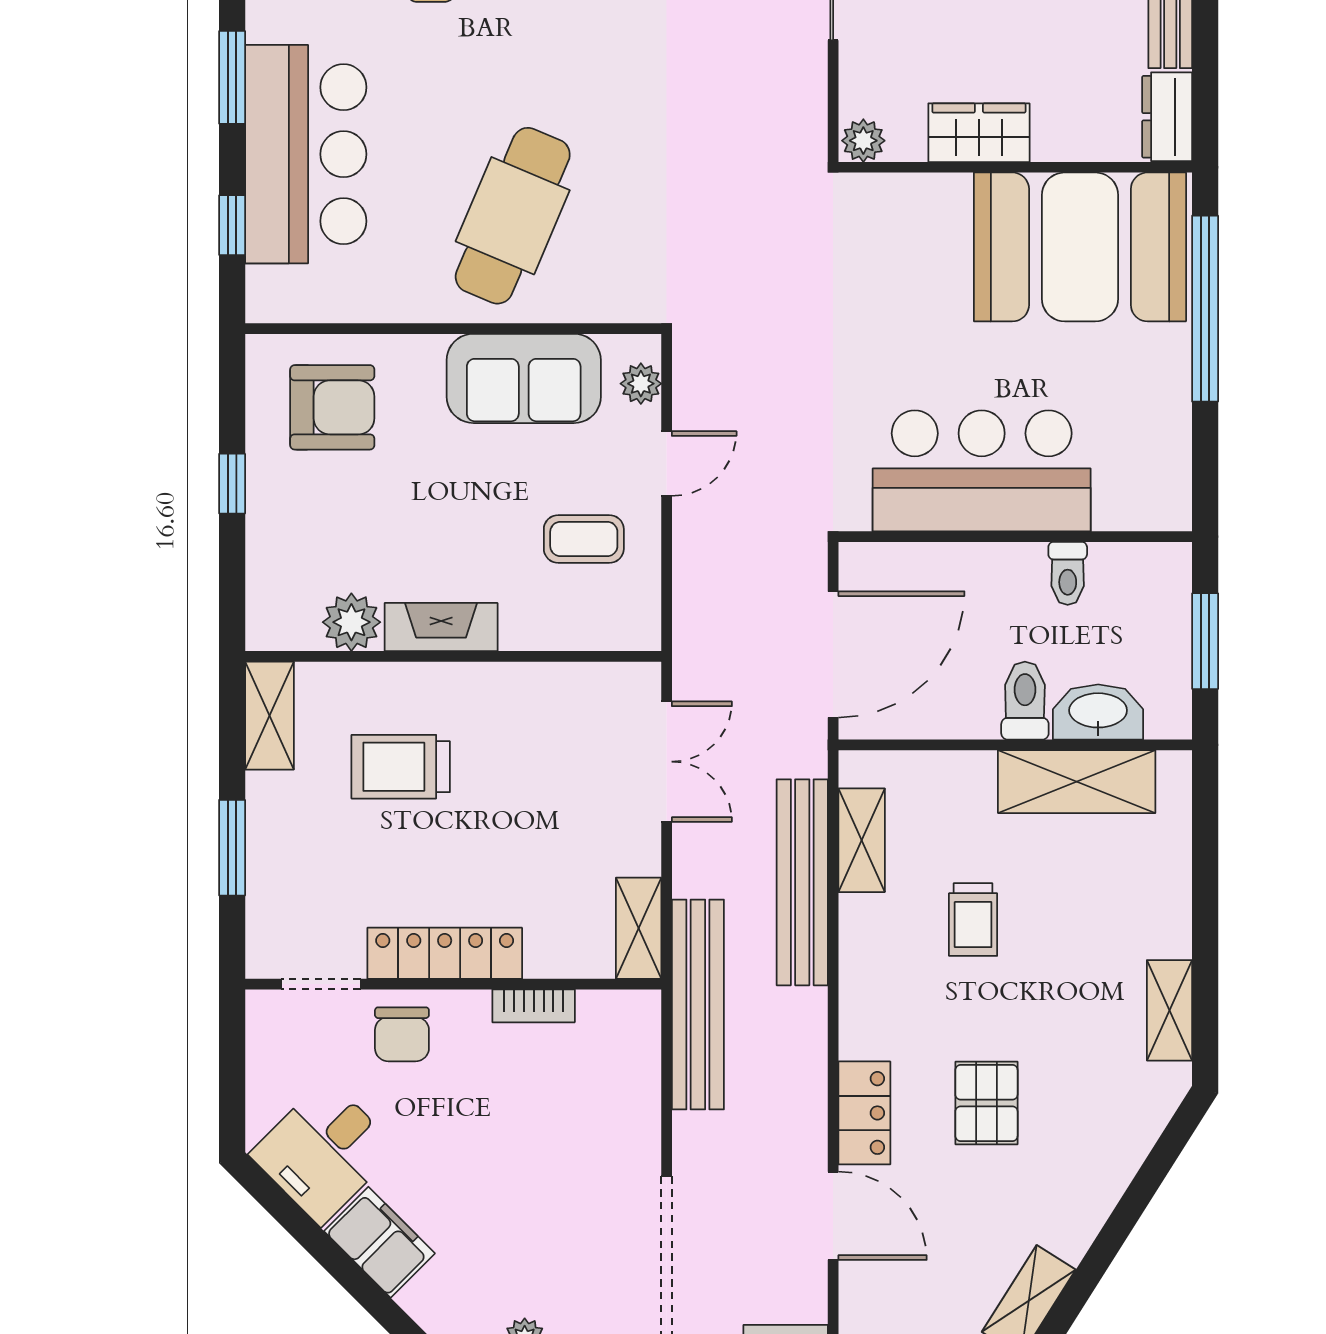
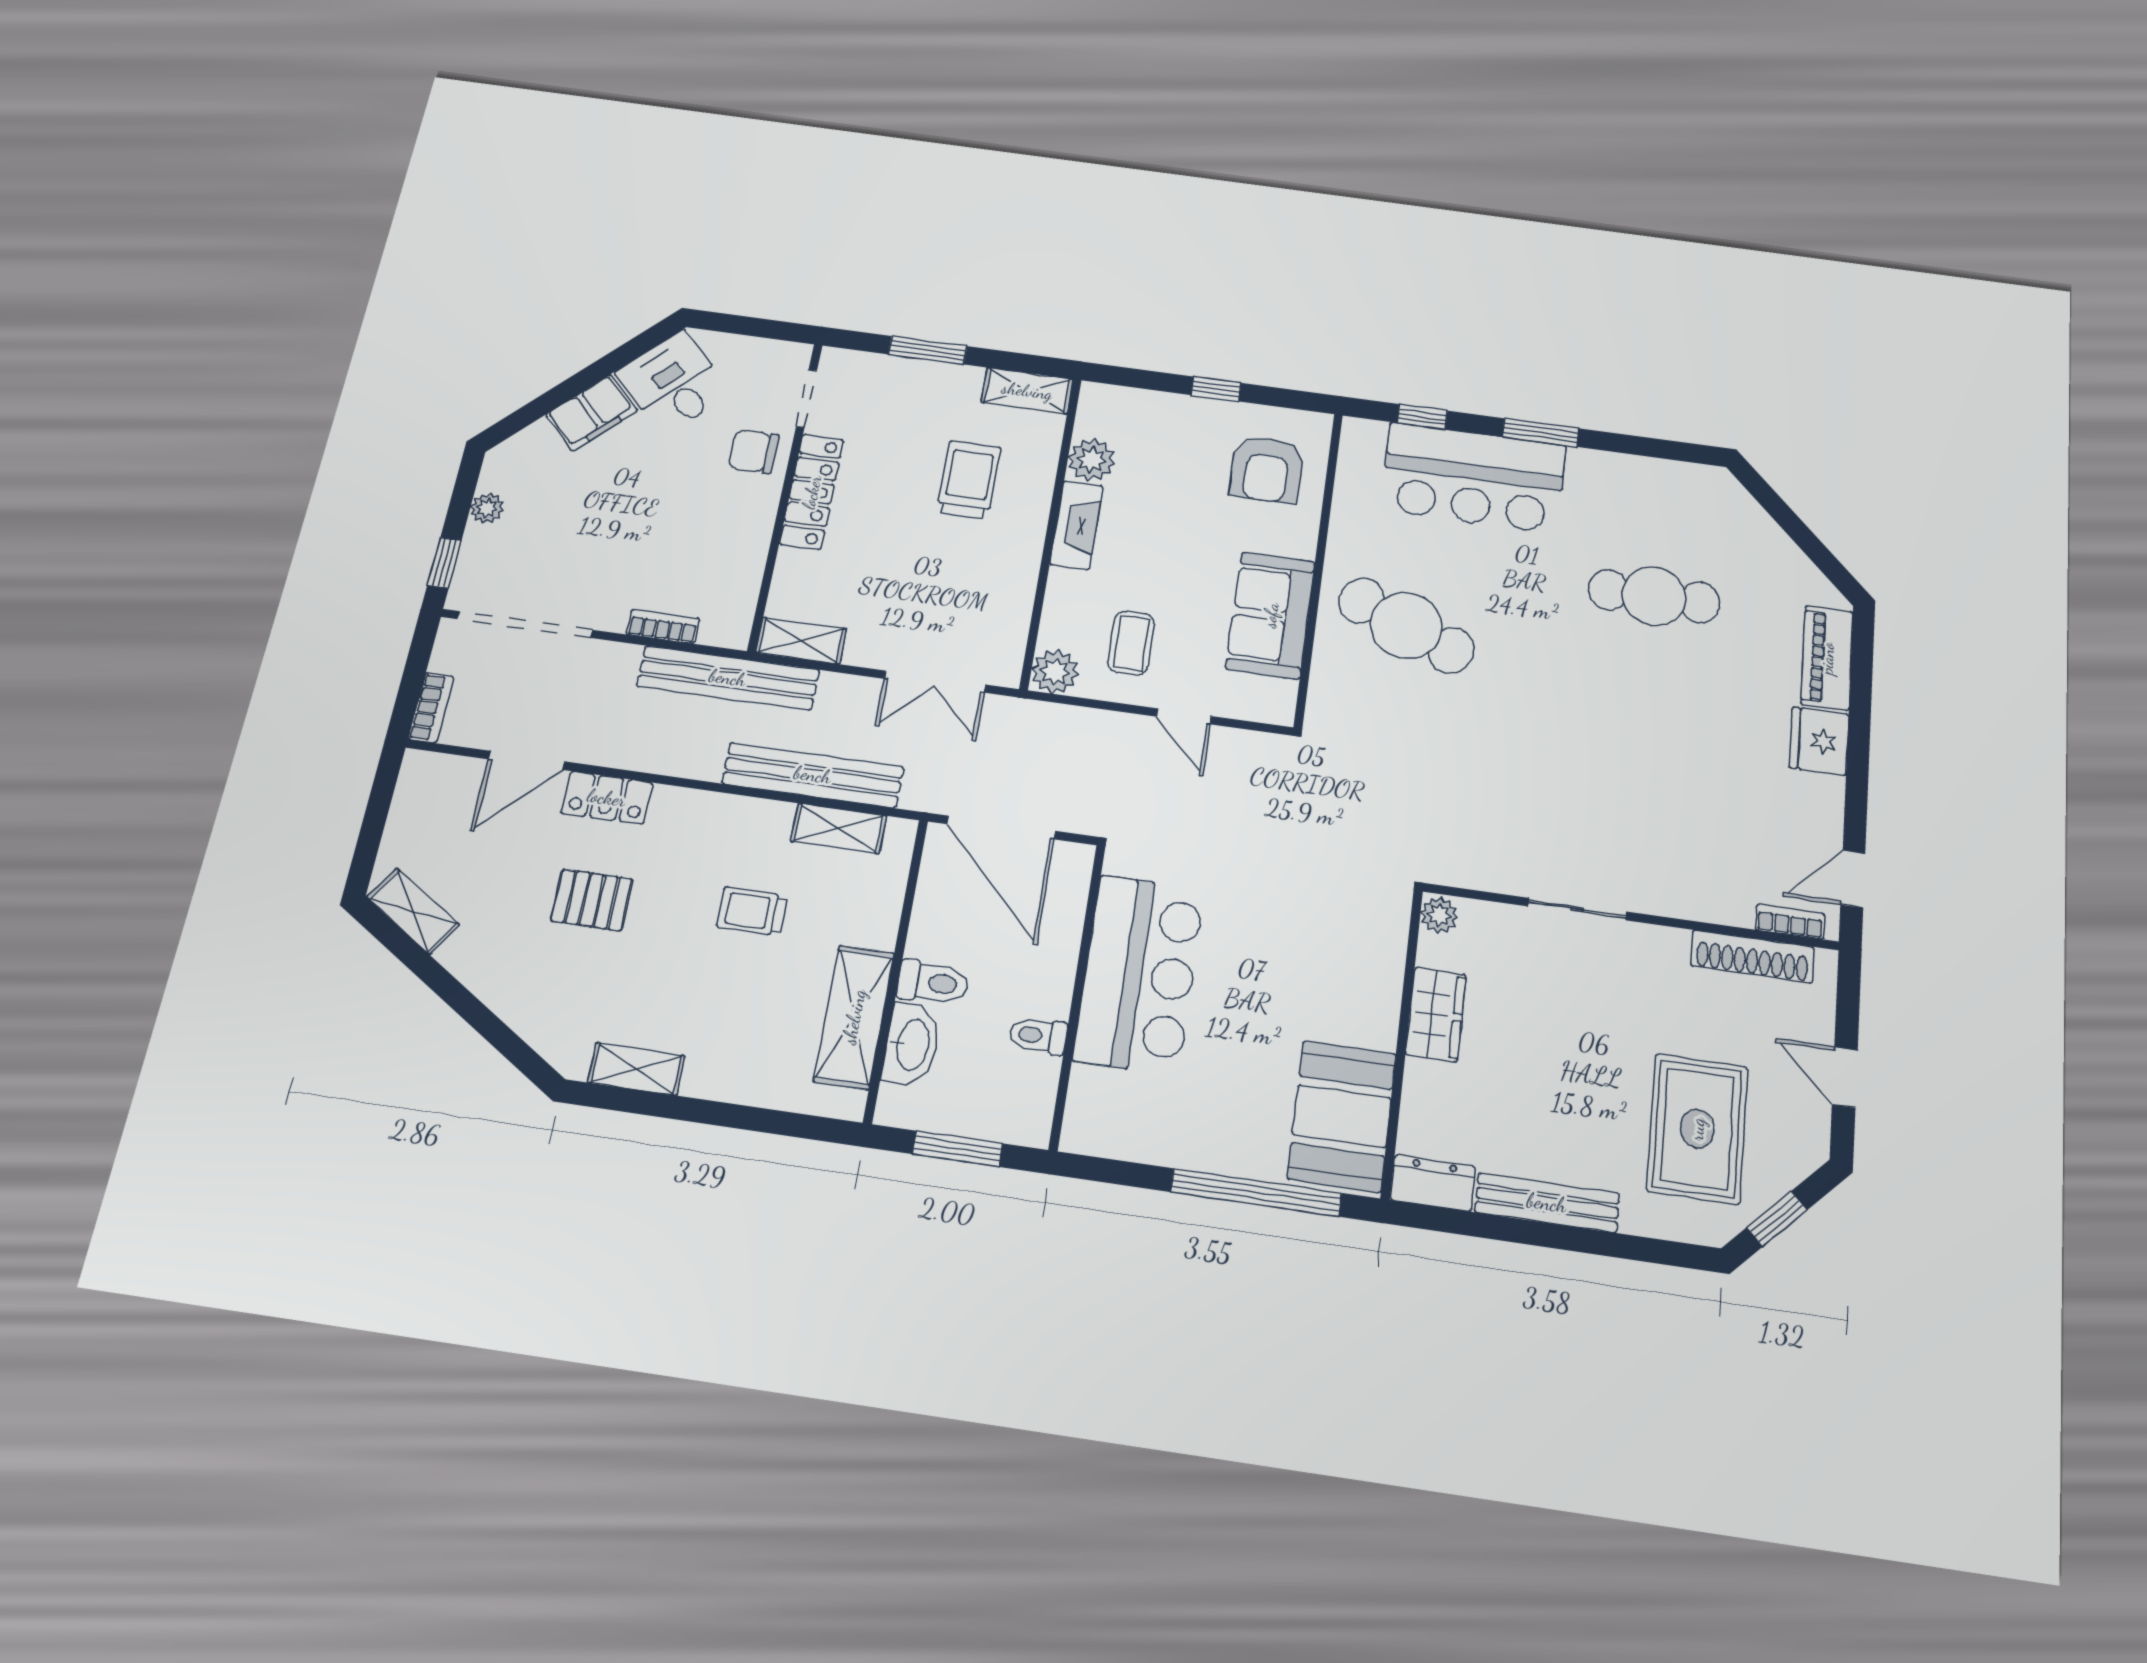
booth: (1080, 247) -> (1342, 1116), width x0.73, depth x0.70
plant: (641, 384) -> (1055, 672), moved, width x1.38, depth x1.38
bookcase: (534, 1006) -> (663, 626), moved, turned 90

